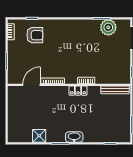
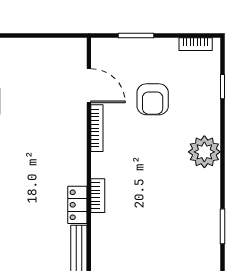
plant: (108, 27) -> (204, 152), moved
armchair: (35, 35) -> (153, 99), moved
locker: (78, 91) -> (77, 205), moved

